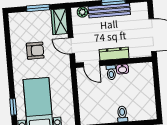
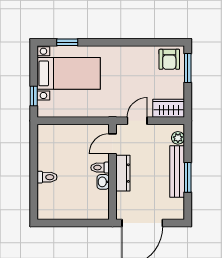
window: (38, 8) -> (188, 68), moved
armchair: (35, 51) -> (169, 59), moved

